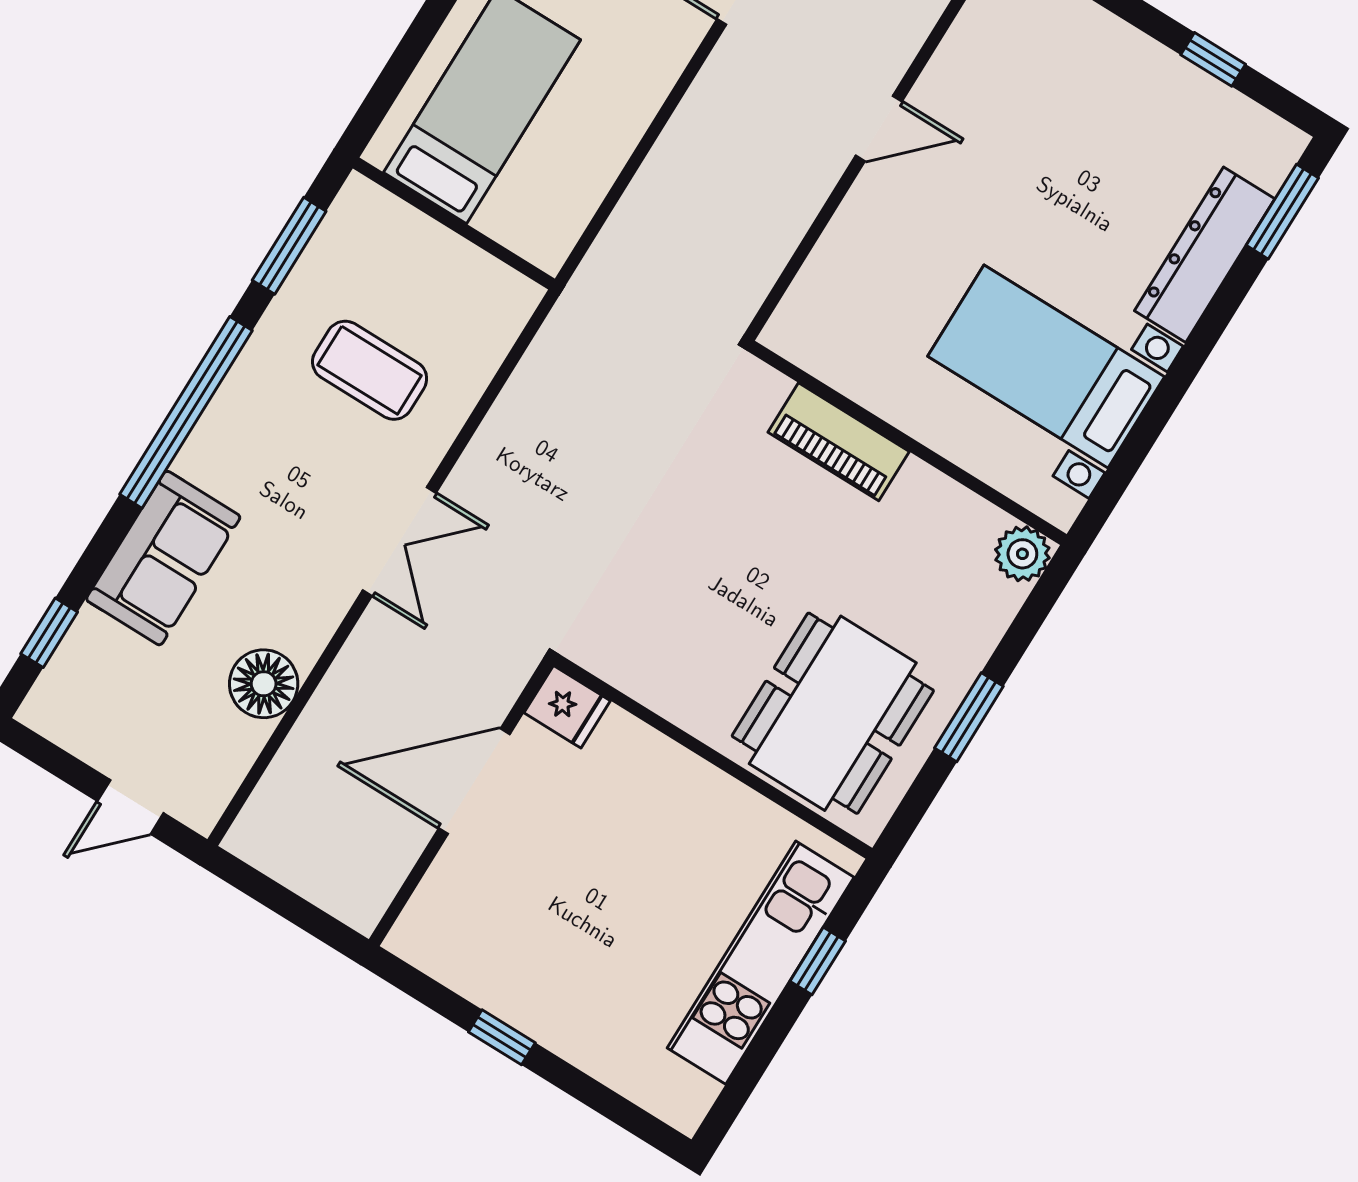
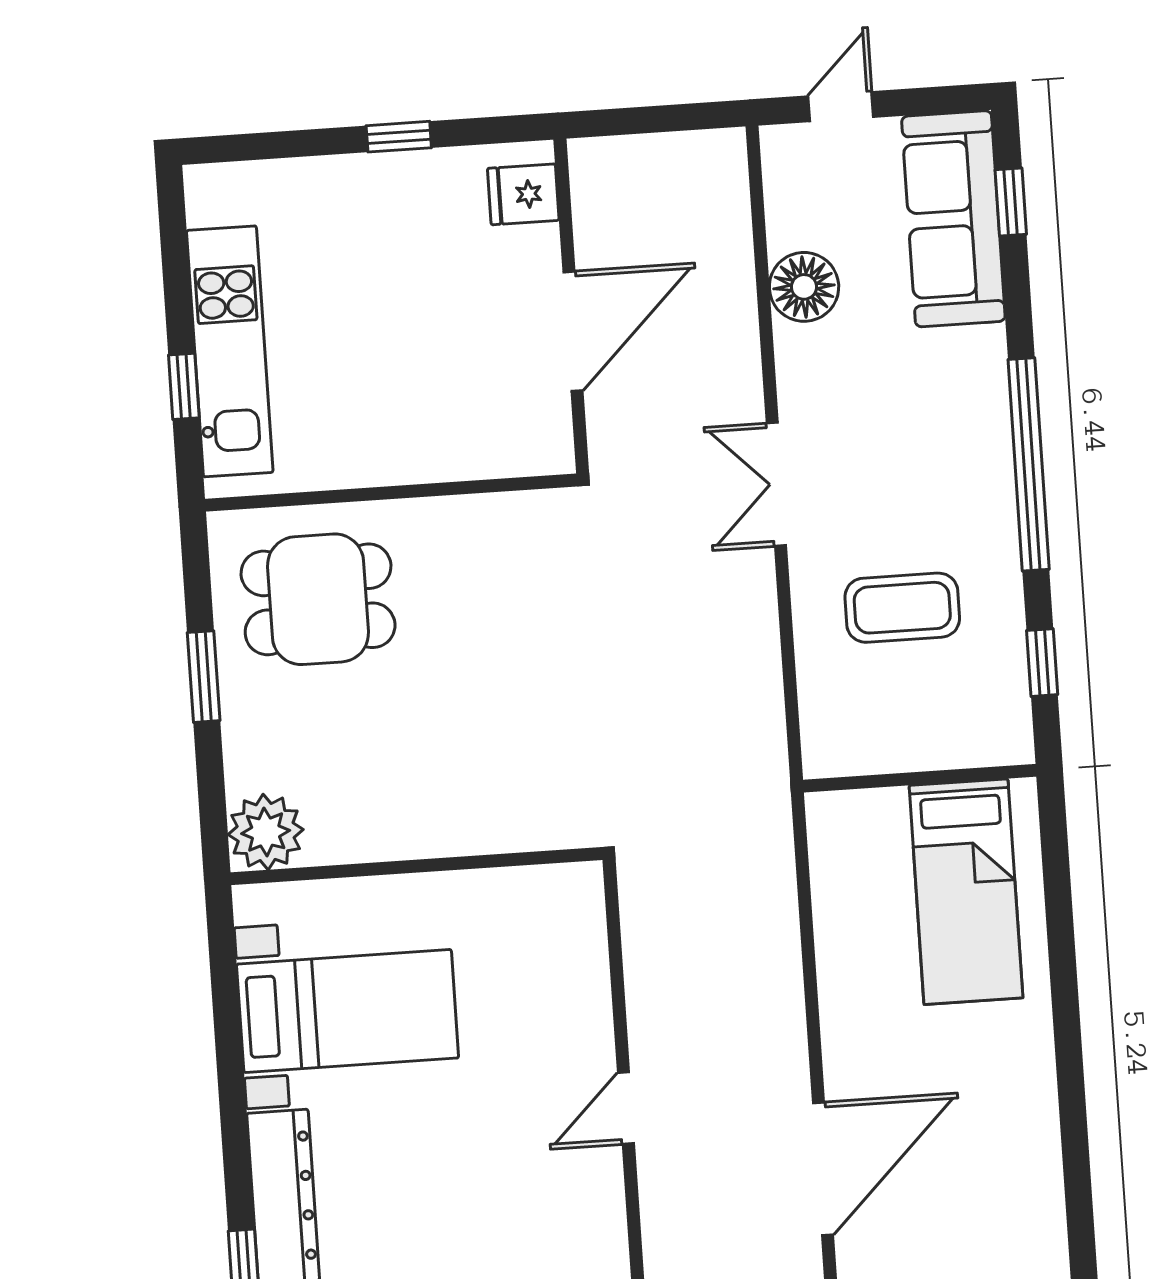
window: (289, 246) -> (1042, 663), width x0.67
piano: (839, 442) -> (474, 826), removed
plant: (1022, 554) -> (266, 832), width x1.36, depth x1.36
sofa: (163, 558) -> (953, 219), moved, width x1.36
fridge: (567, 707) -> (523, 194), moved
dining table: (833, 713) -> (318, 599), width x0.73

